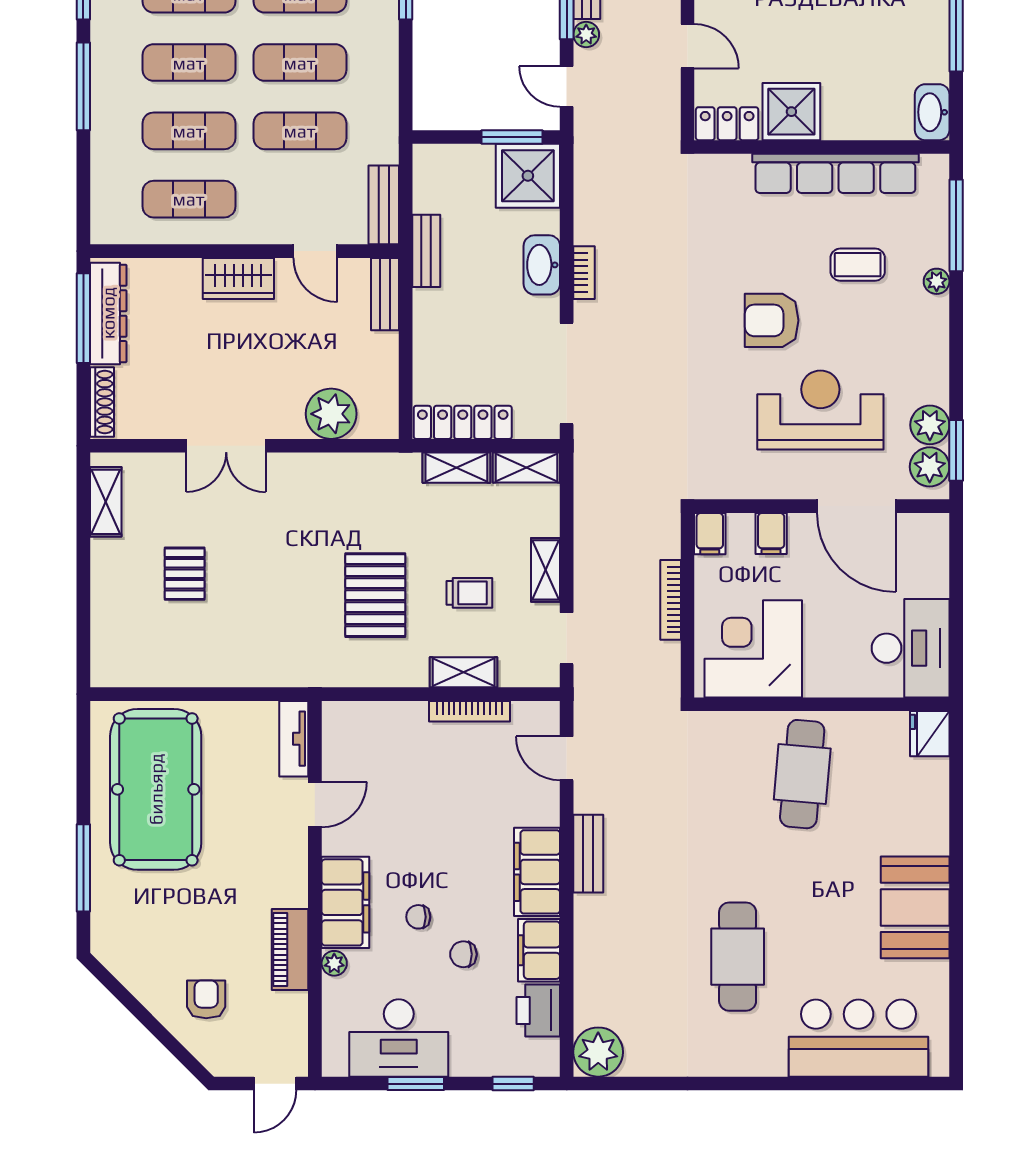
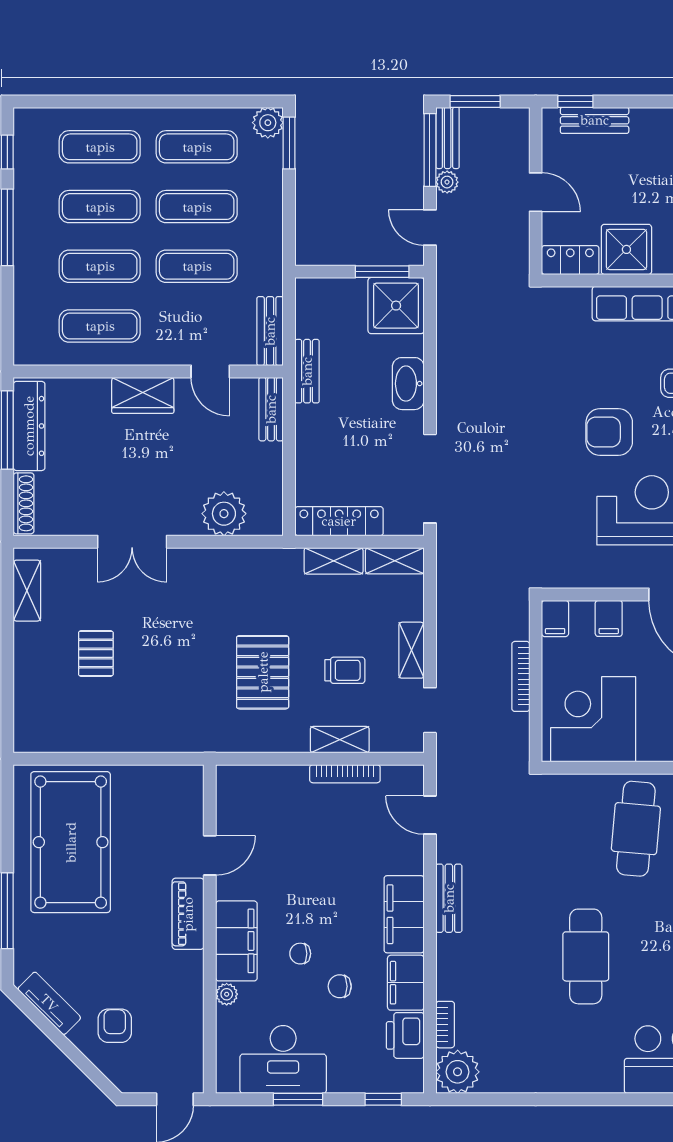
bookcase: (584, 273) -> (445, 1025), moved
tv unit: (294, 739) -> (49, 1003), moved, turned 135
piano: (290, 949) -> (188, 914), moved
cafe table: (738, 957) -> (586, 956), moved

